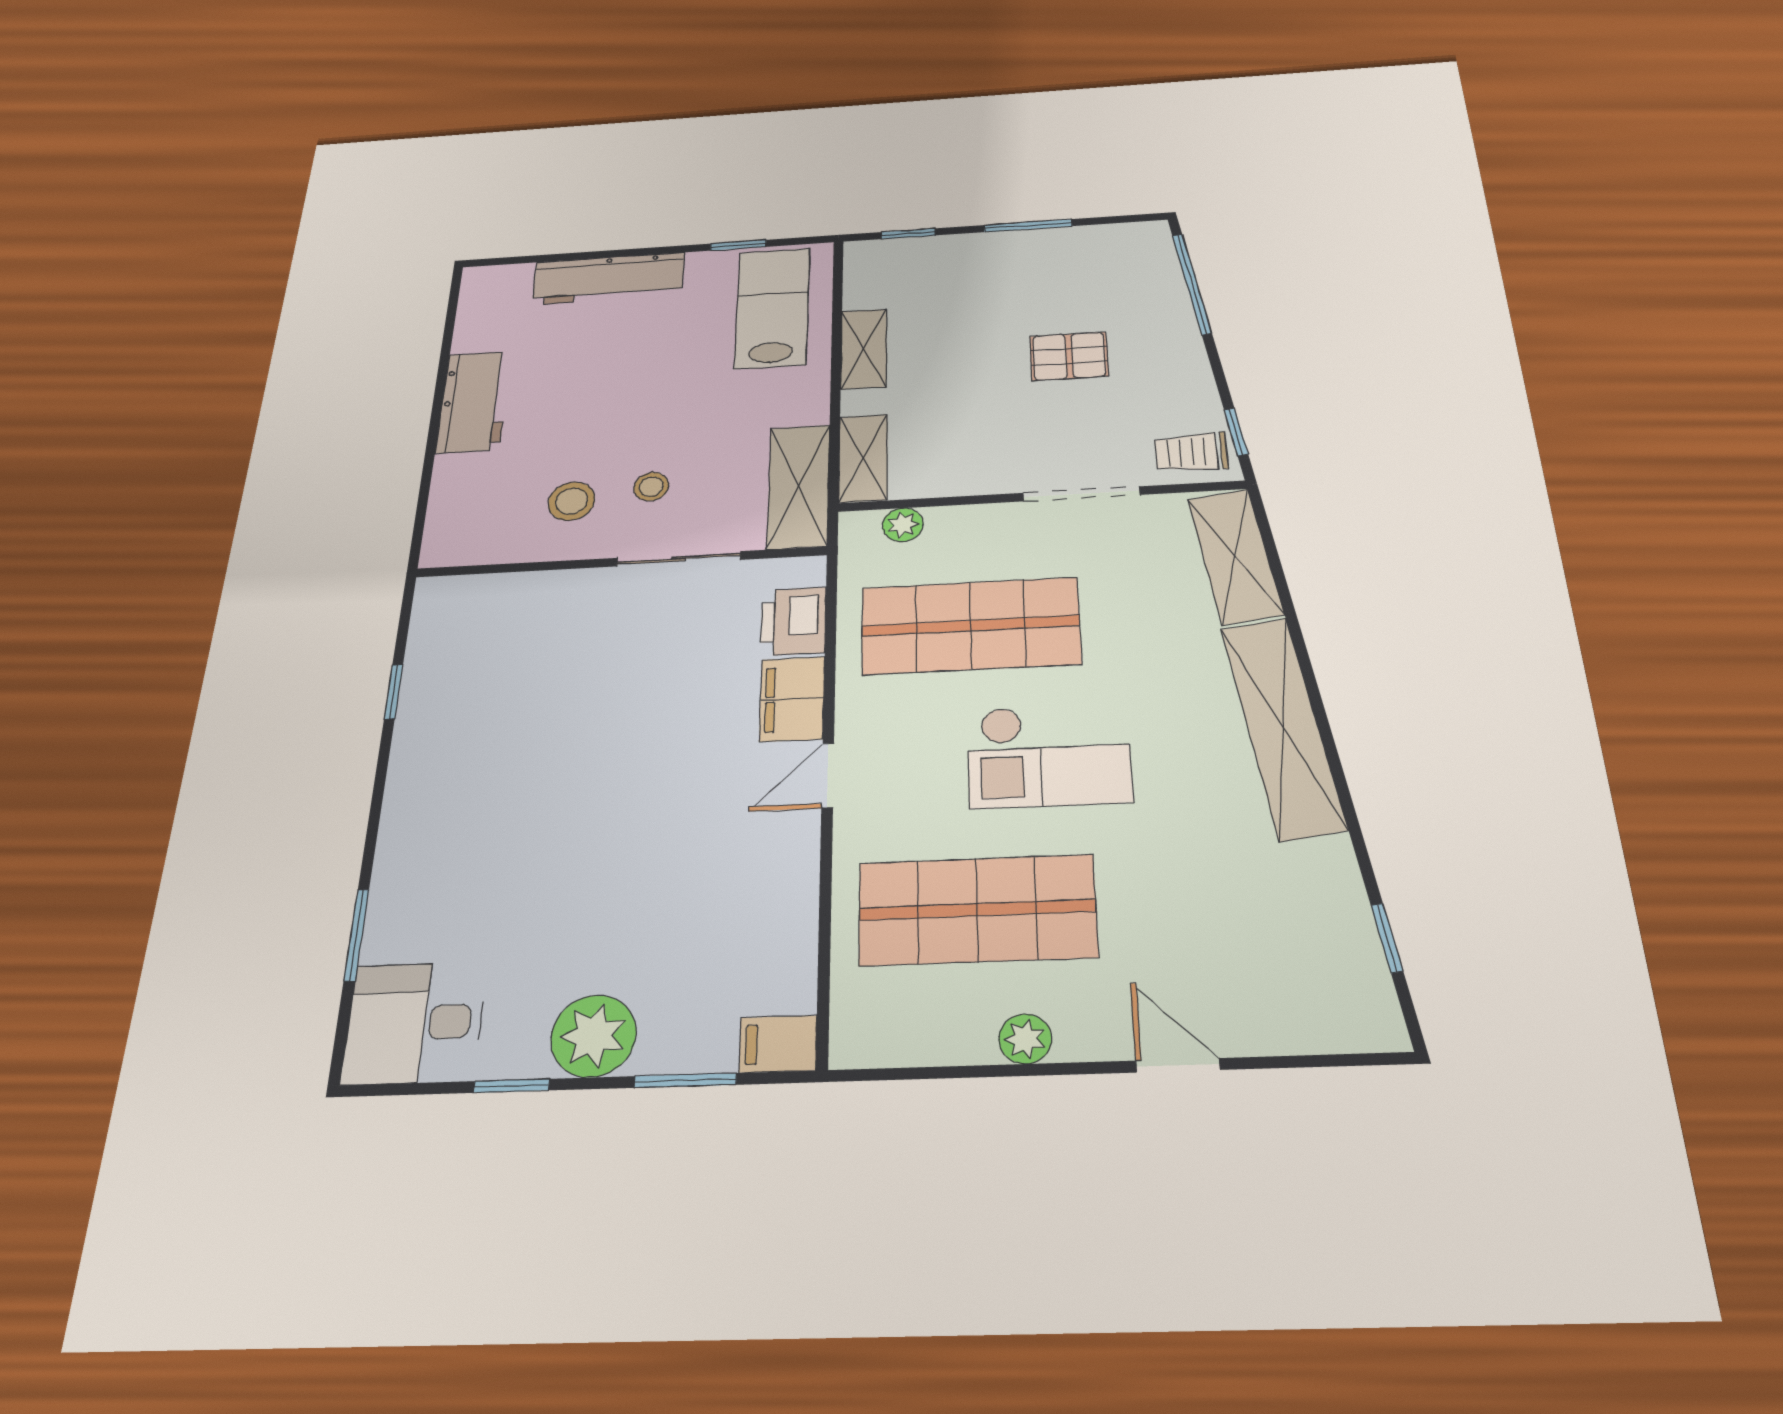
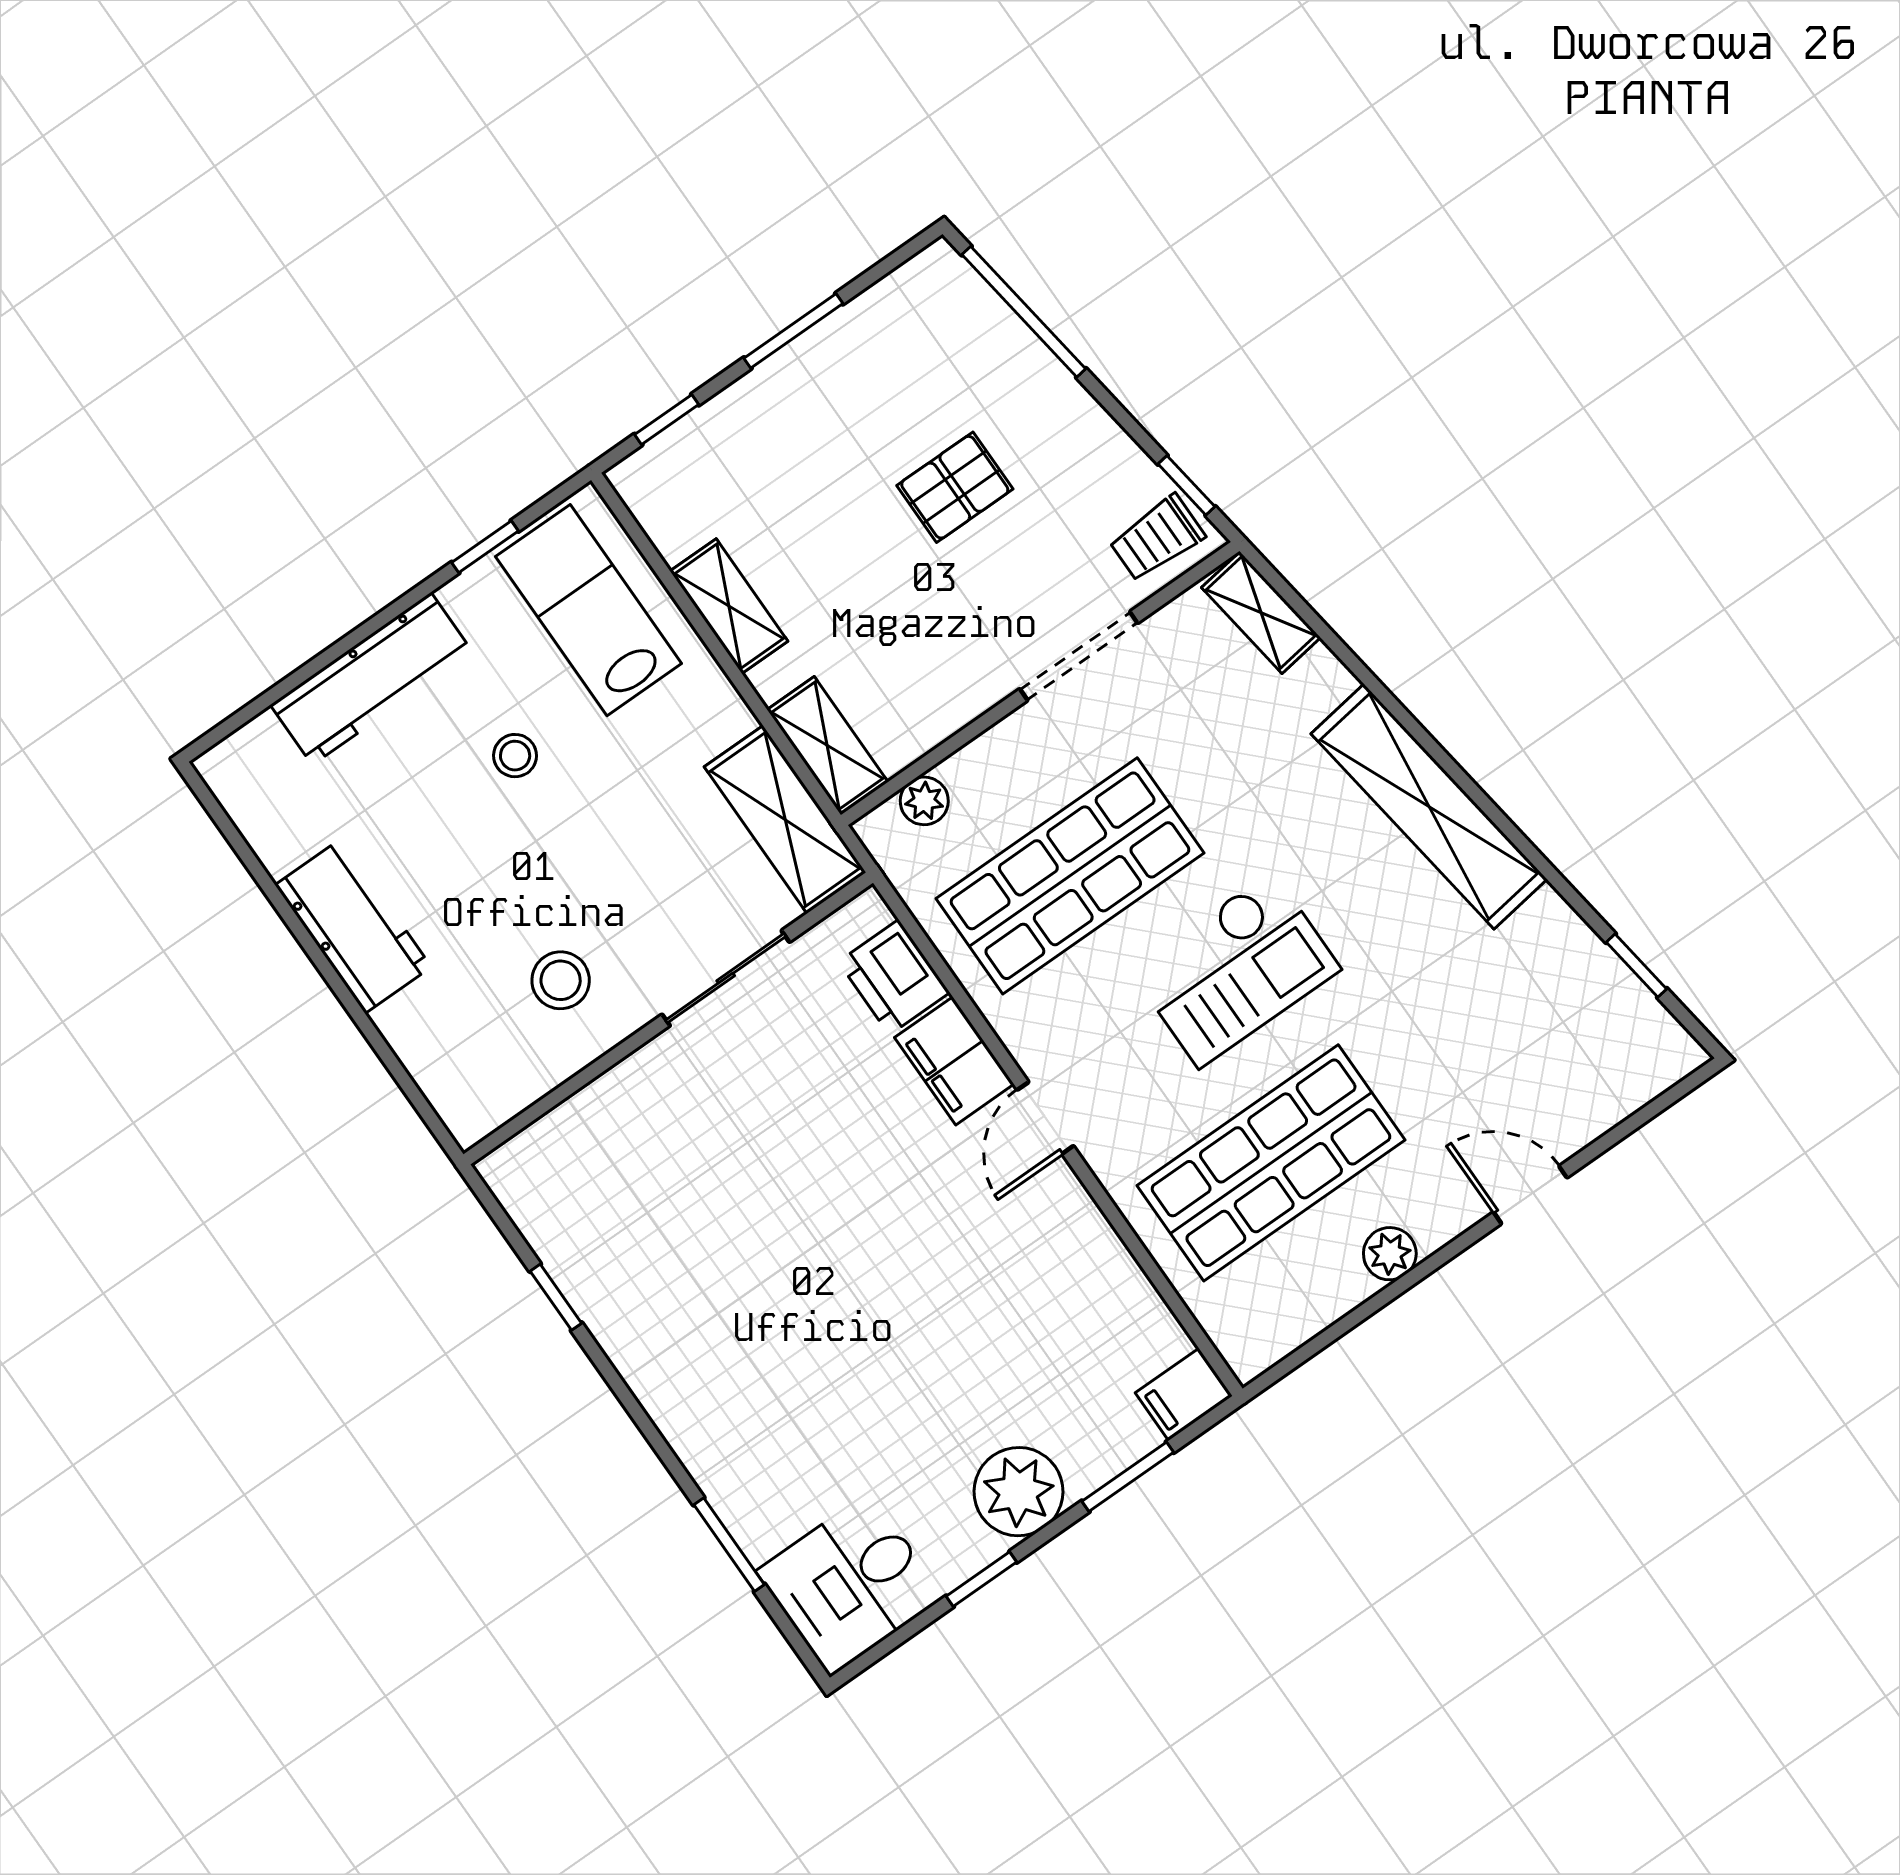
stool: (651, 487) -> (515, 756), moved
shelving: (1235, 556) -> (1261, 613), width x0.67, depth x0.75

